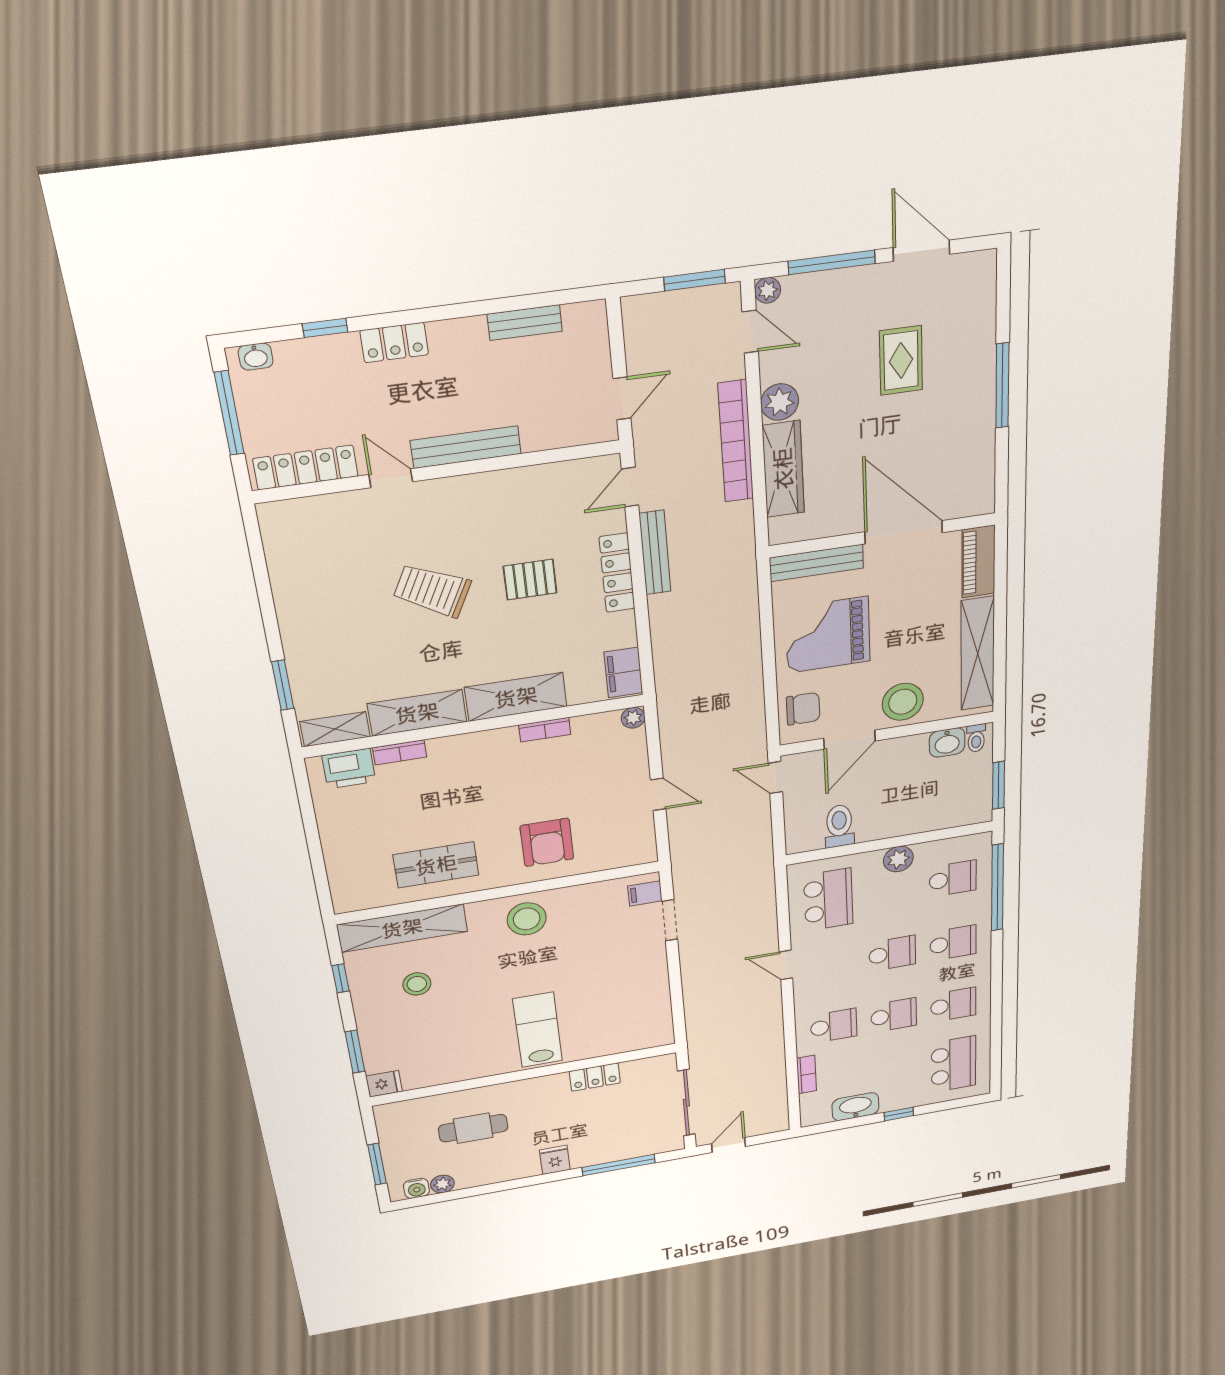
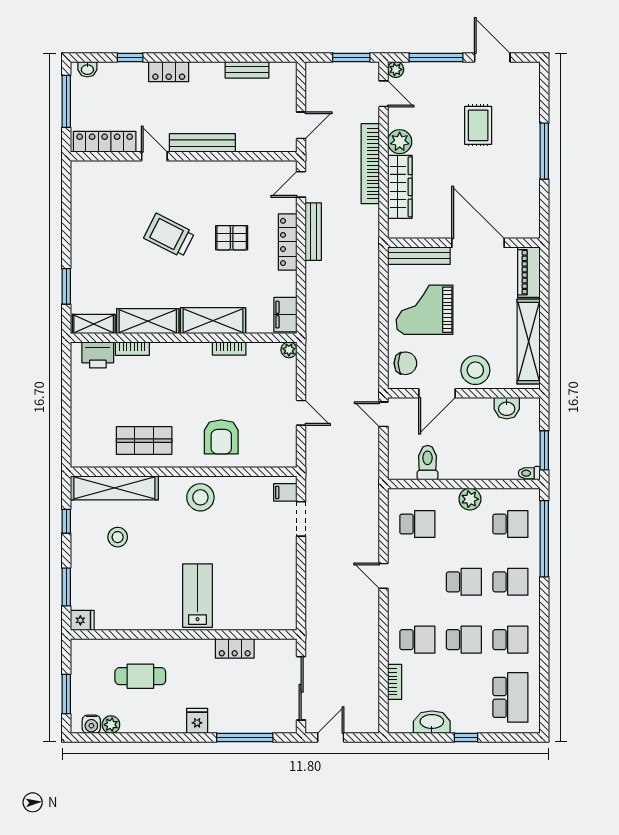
toilet: (976, 738) -> (529, 473), moved, turned 90
school desk: (828, 900) -> (417, 524), width x0.54

